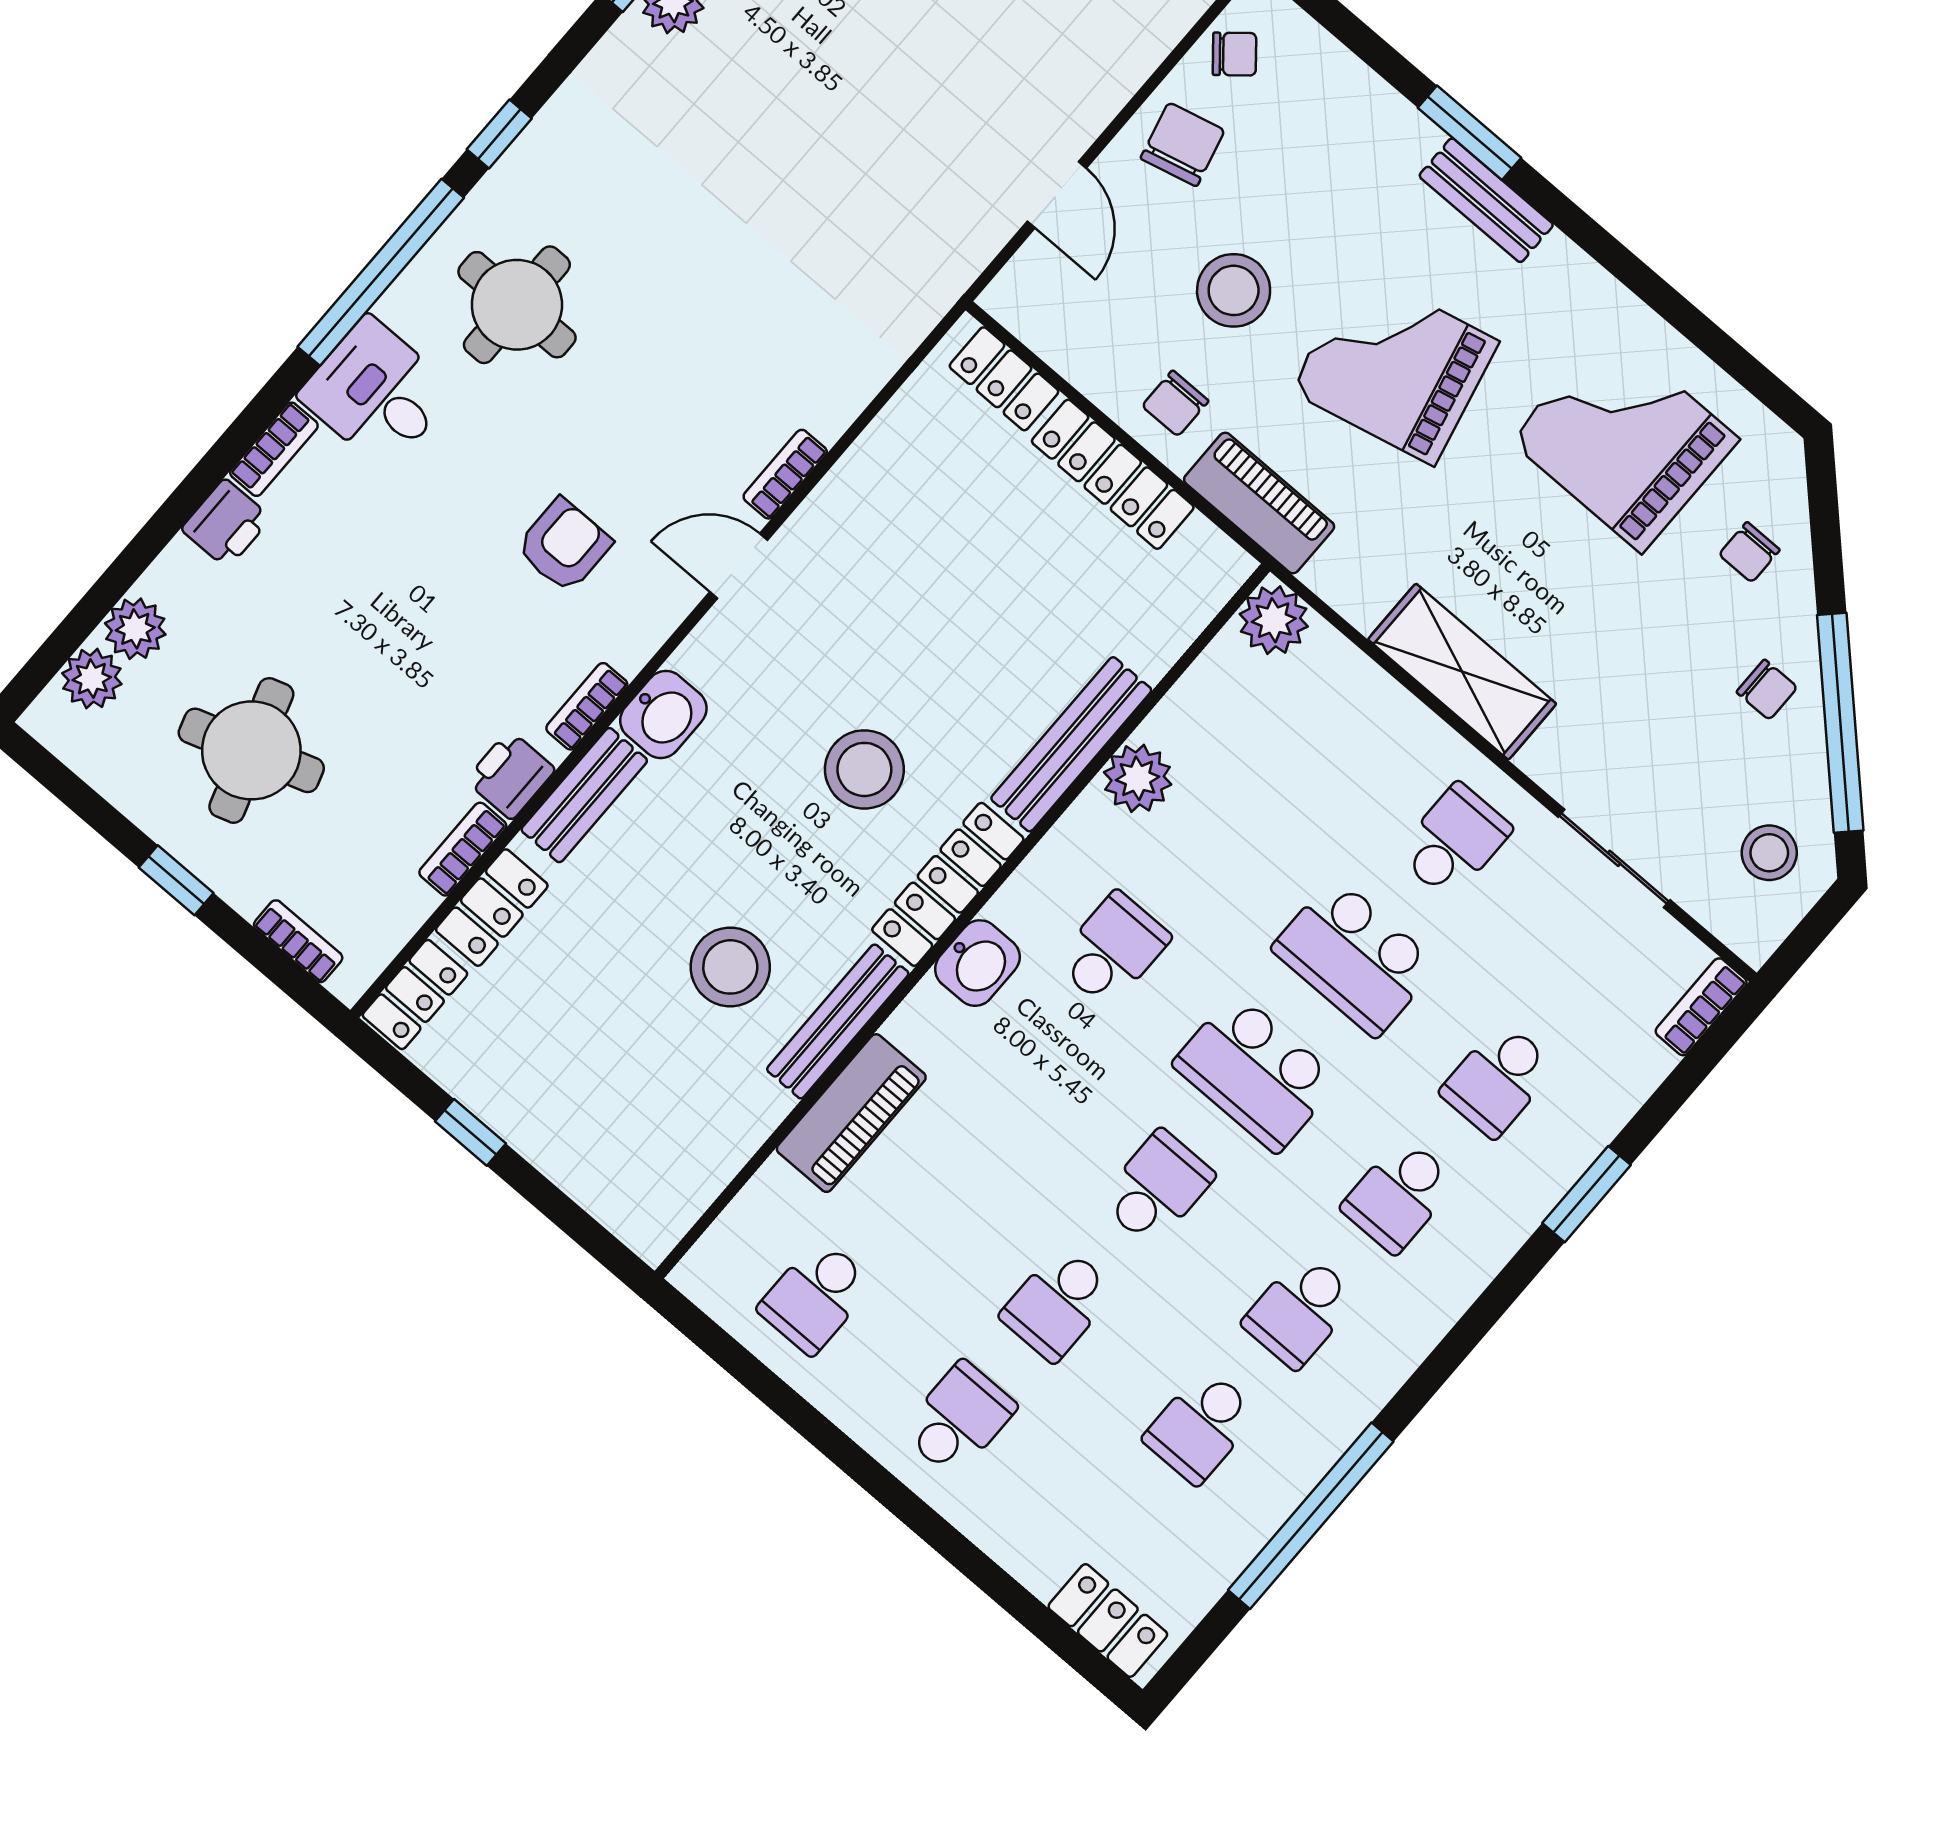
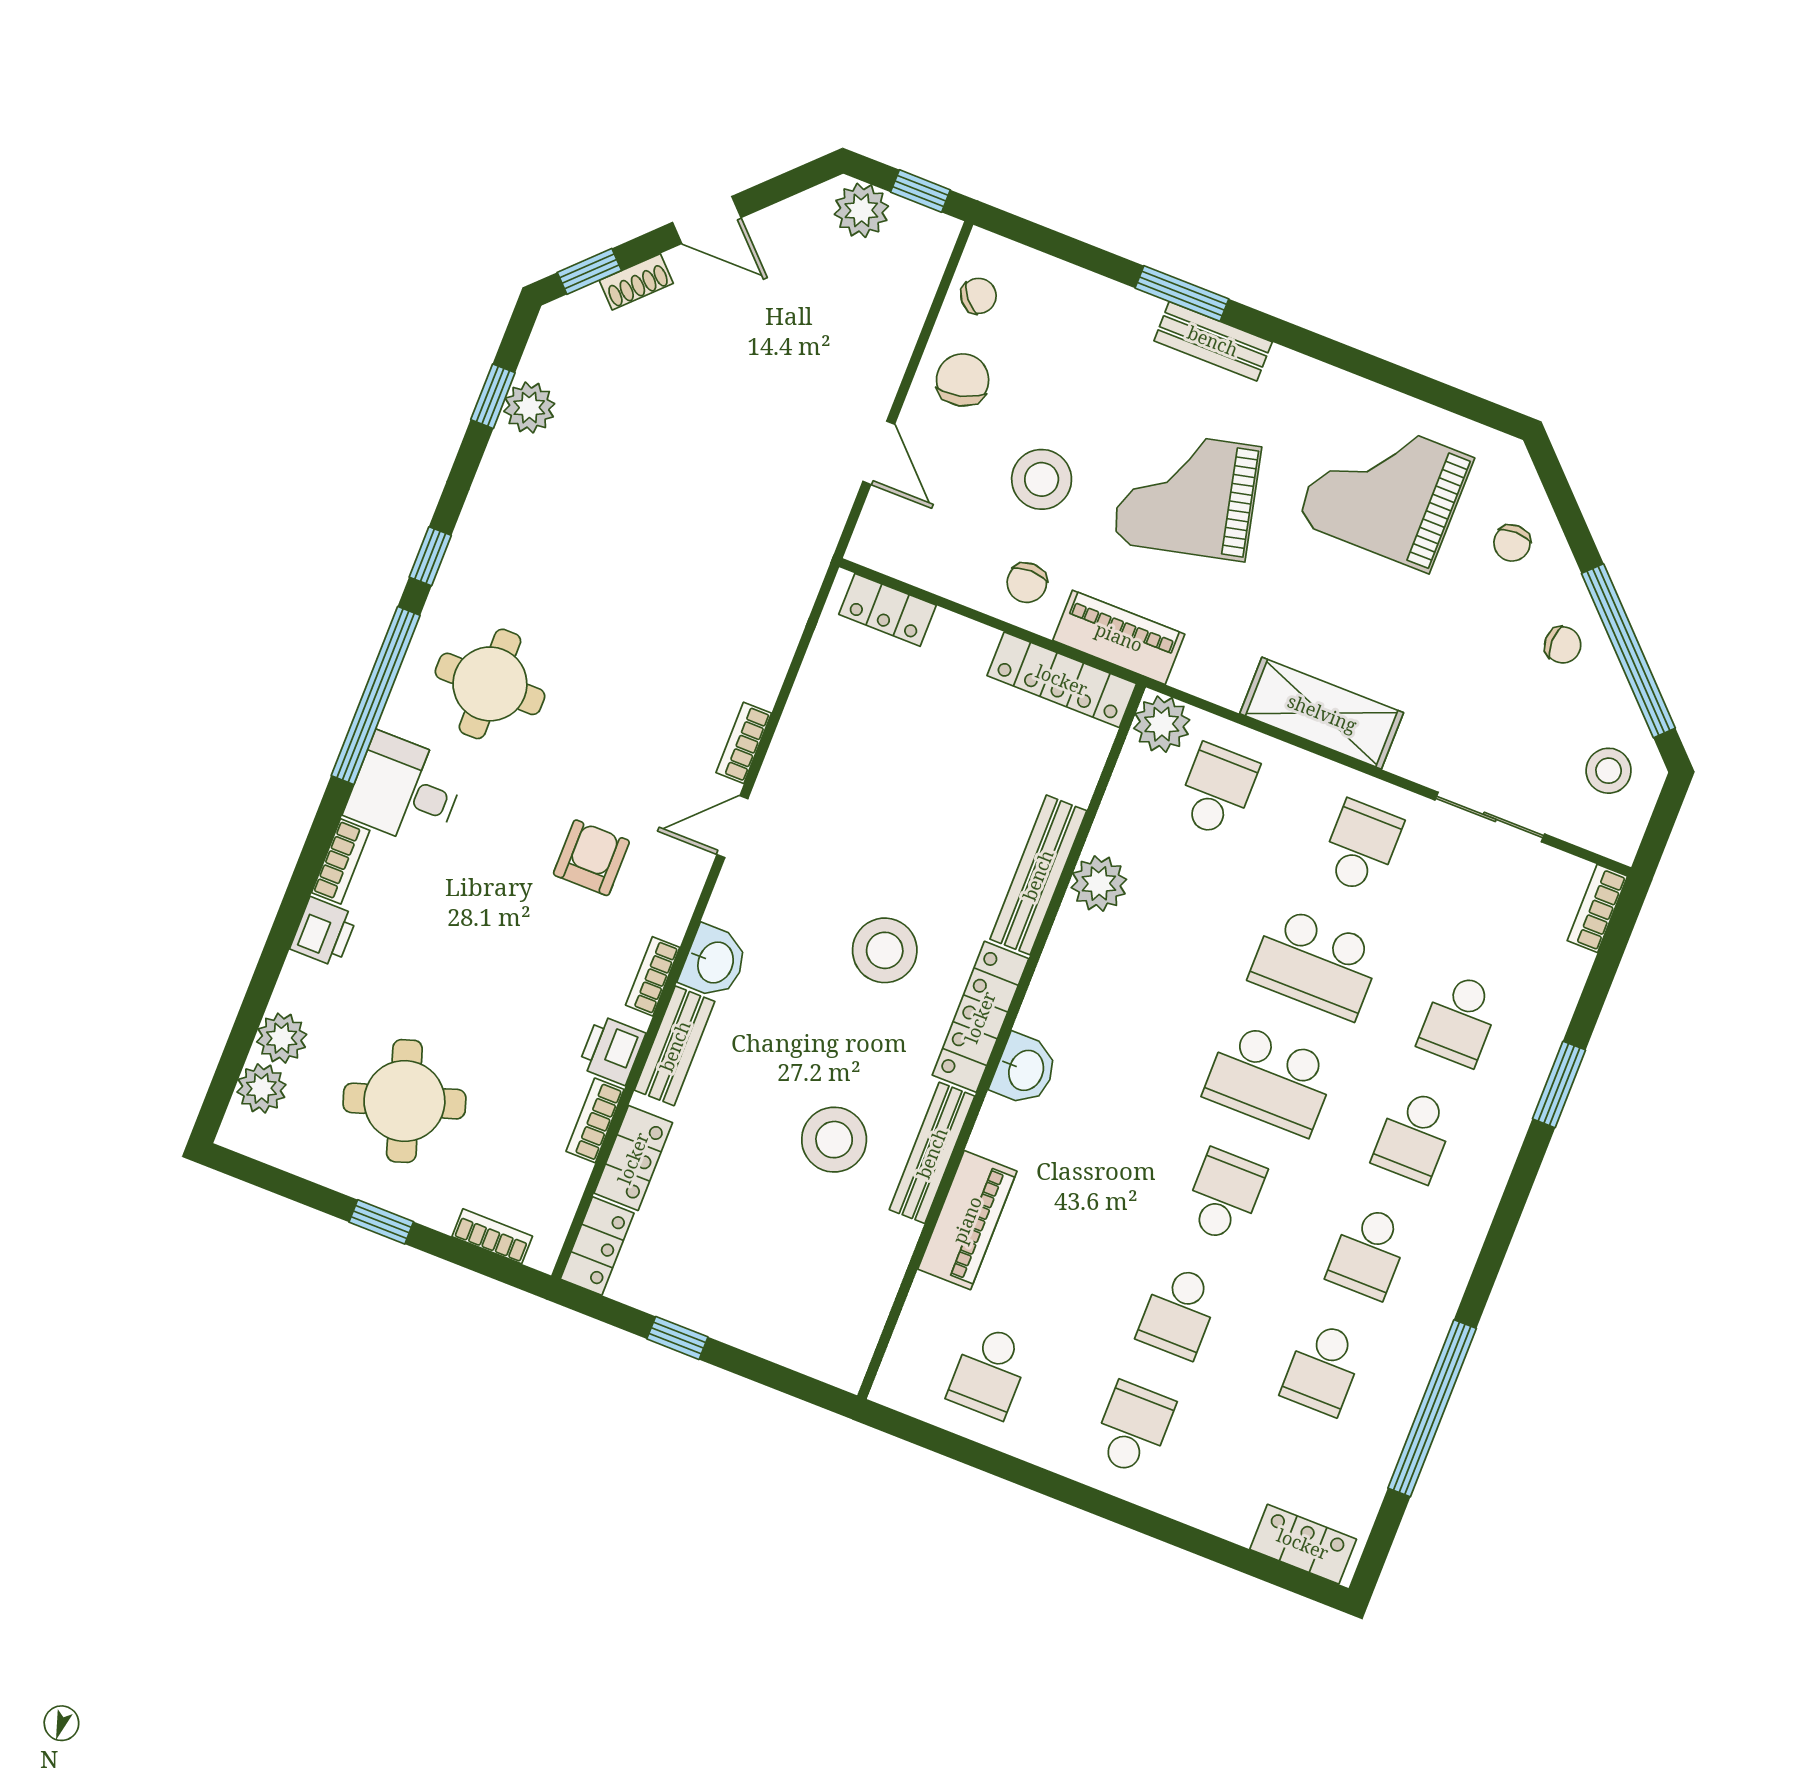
locker: (1113, 474) -> (1062, 680), moved
school desk: (1113, 950) -> (1217, 790), moved

